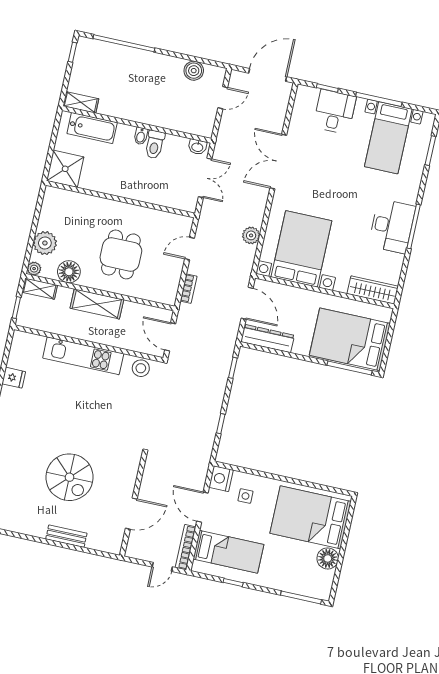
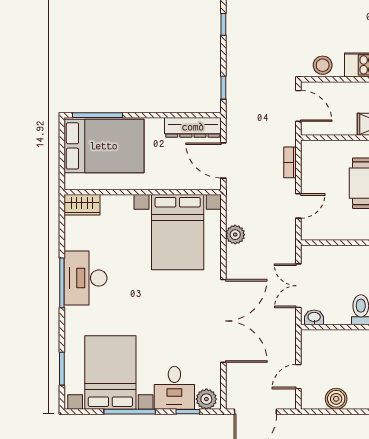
plant: (309, 96) -> (206, 399), added
bed with nightstands: (388, 138) -> (110, 373), width x1.36
double door: (278, 162) -> (223, 321), width x1.36
wardrobe: (373, 290) -> (82, 205), width x0.67

